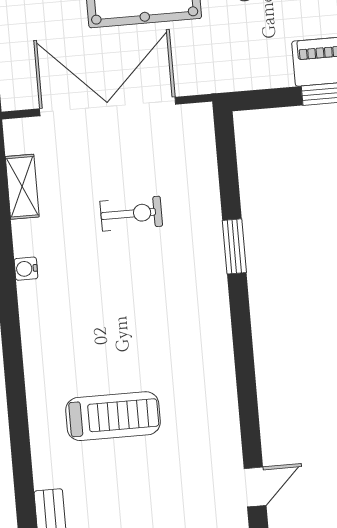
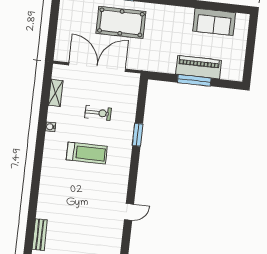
treadmill: (113, 416) -> (87, 153), moved
door: (255, 487) -> (129, 212), moved

